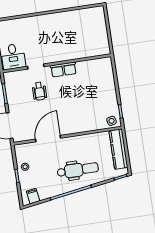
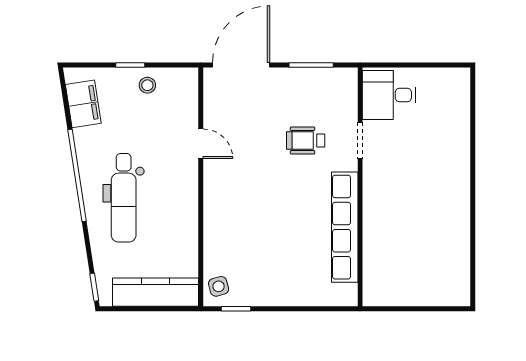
row of seats: (63, 69) -> (345, 227), width x2.02
door: (48, 139) -> (201, 144), width x0.53
filing cabinet: (33, 196) -> (83, 104), width x2.00

